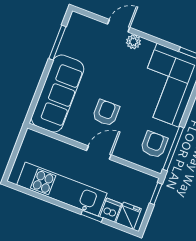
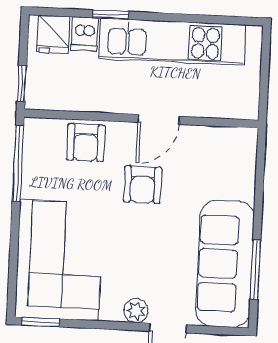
sofa: (58, 94) -> (225, 264), moved
armchair: (154, 145) -> (86, 143), moved
door: (99, 153) -> (158, 119), moved

